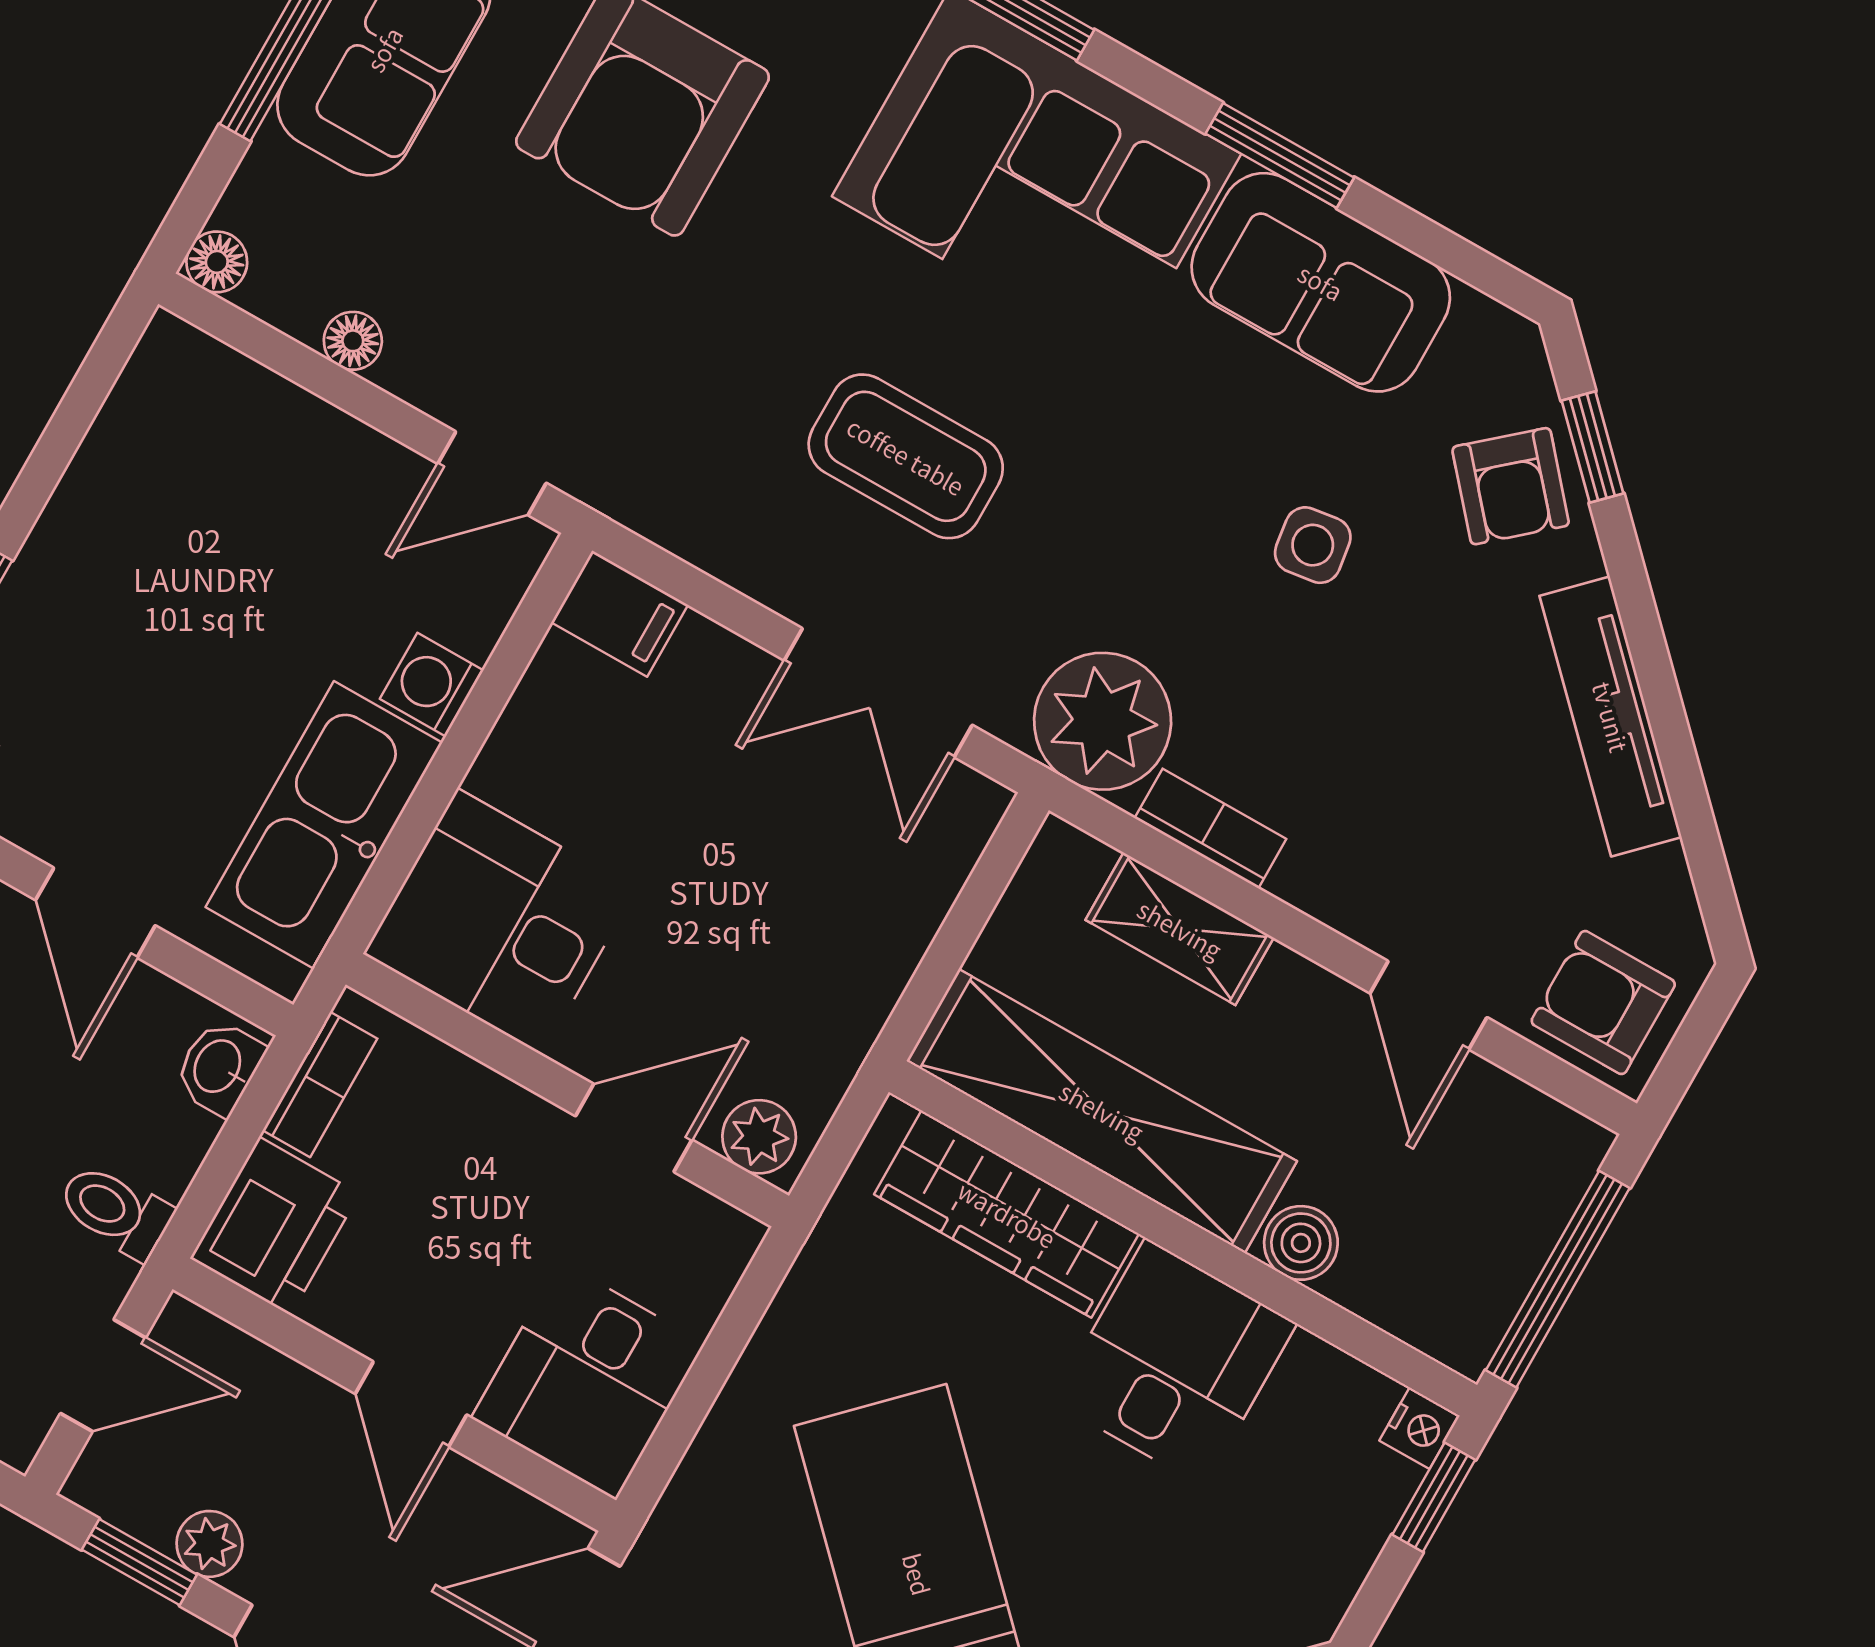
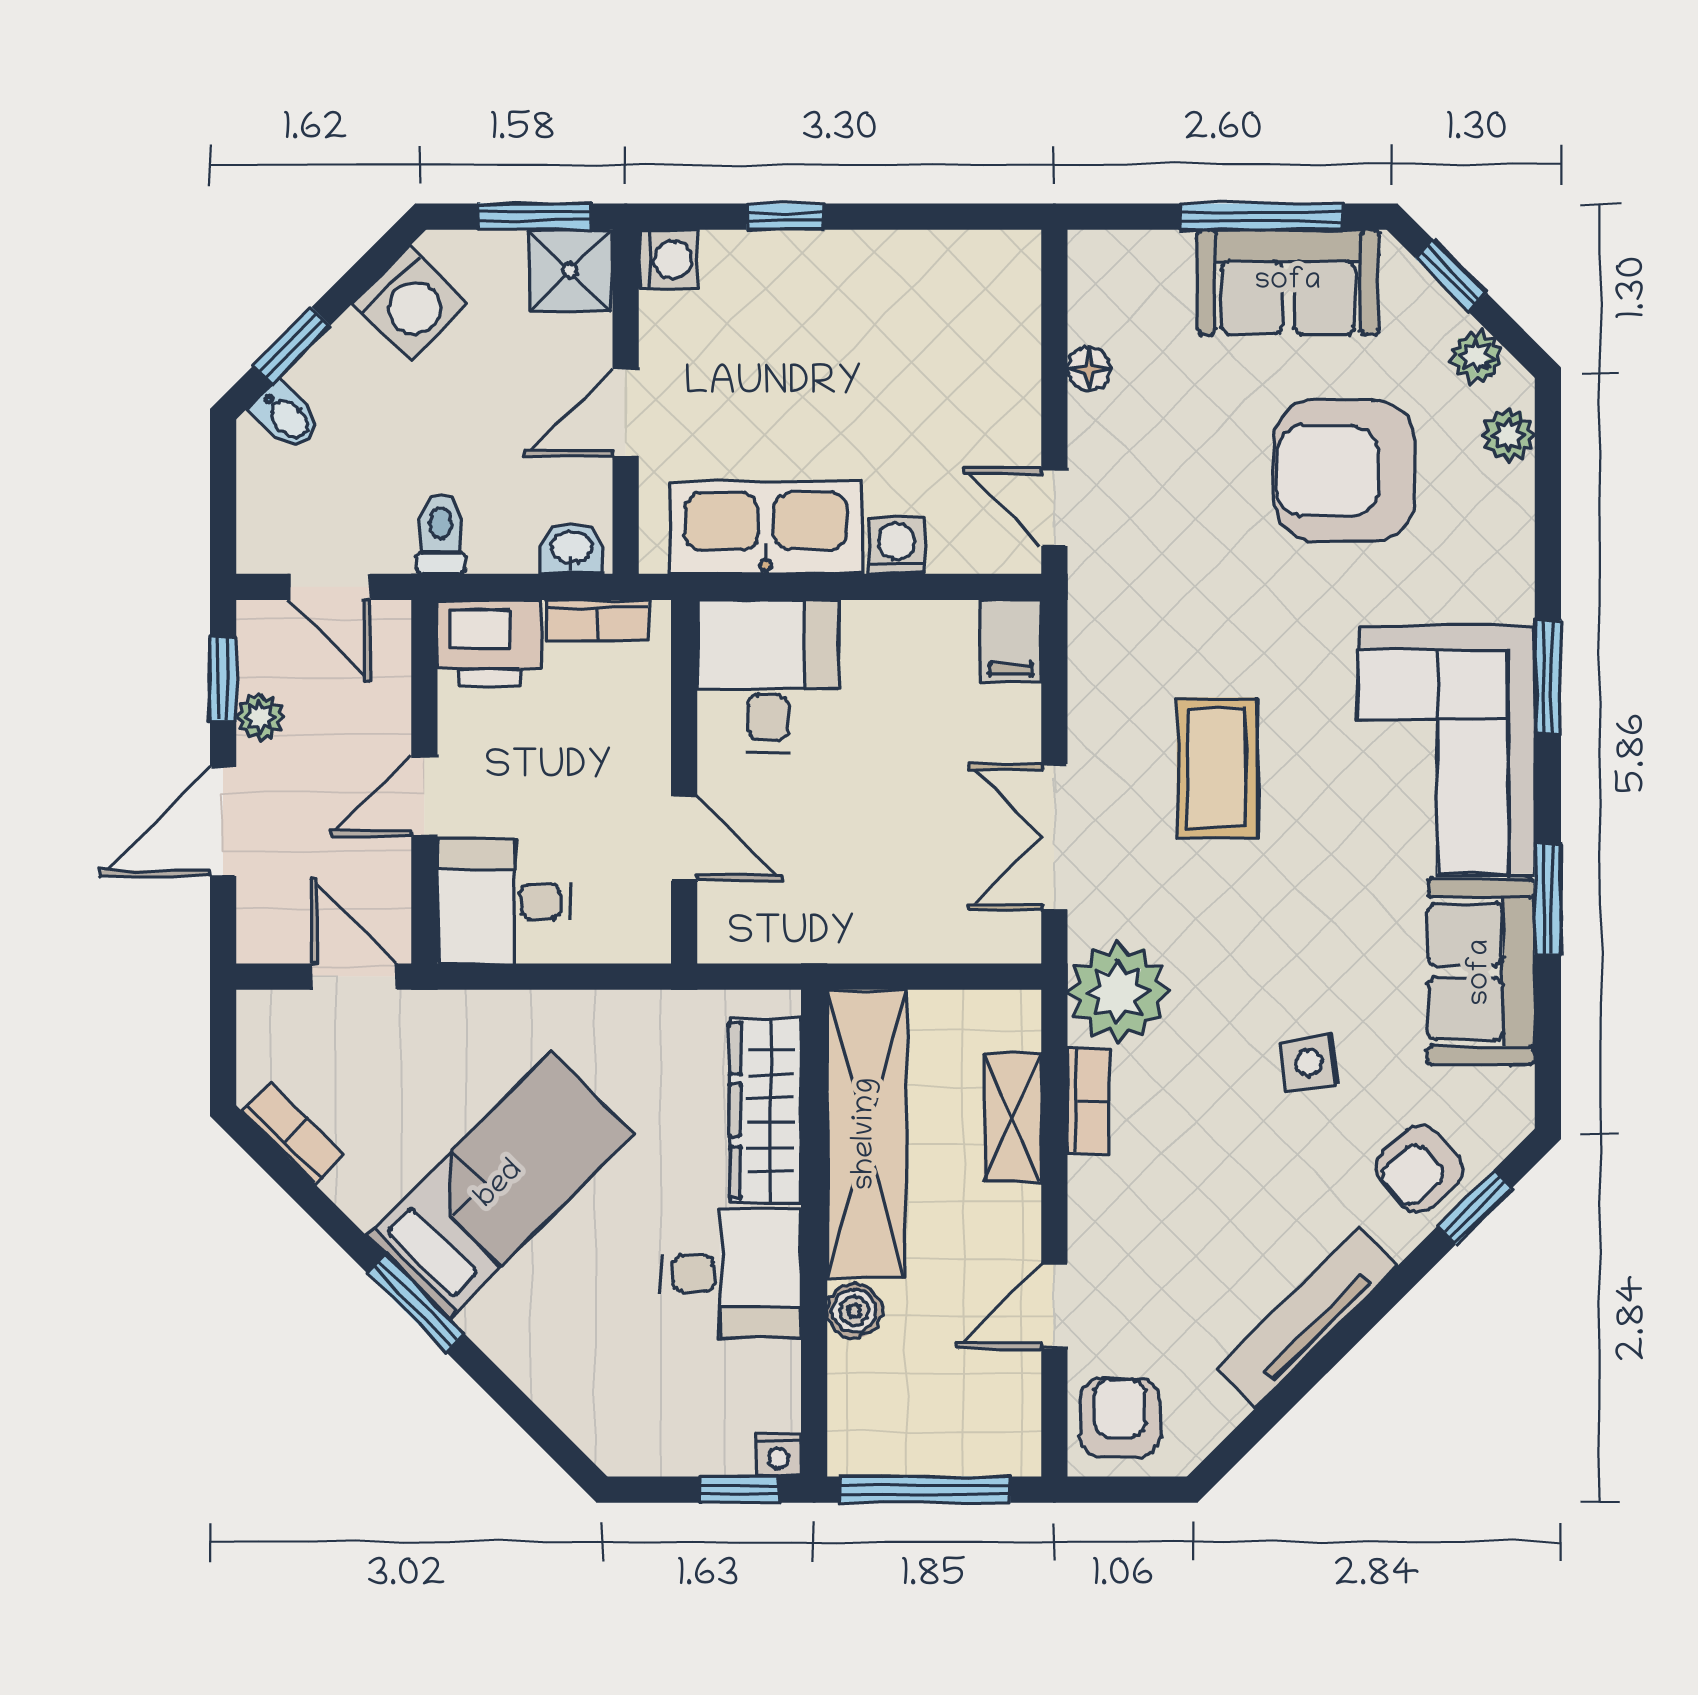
floor lamp: (217, 262) -> (1090, 252), removed
plant: (759, 1137) -> (724, 923), removed

